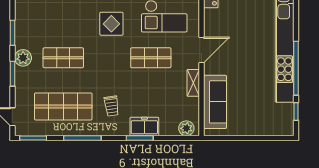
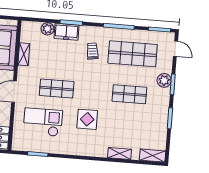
plant: (23, 58) -> (164, 80), moved
shelving: (193, 83) -> (24, 54), moved
plant: (186, 128) -> (47, 29), moved

